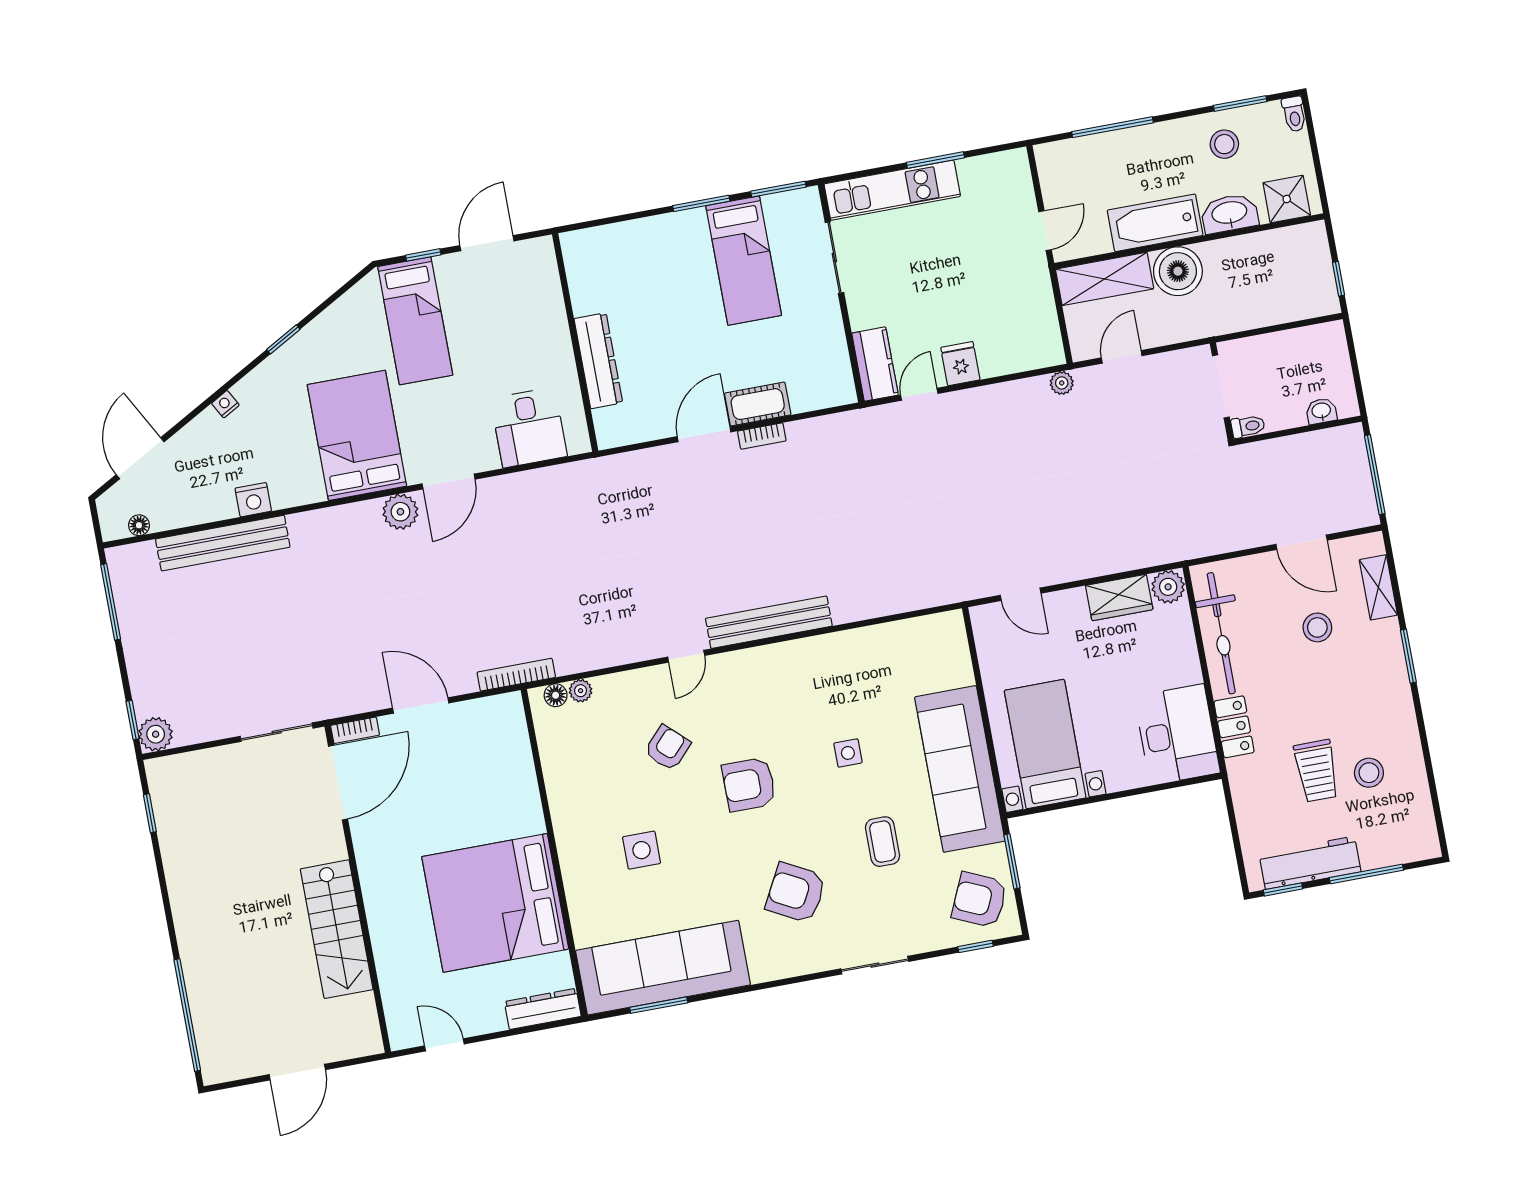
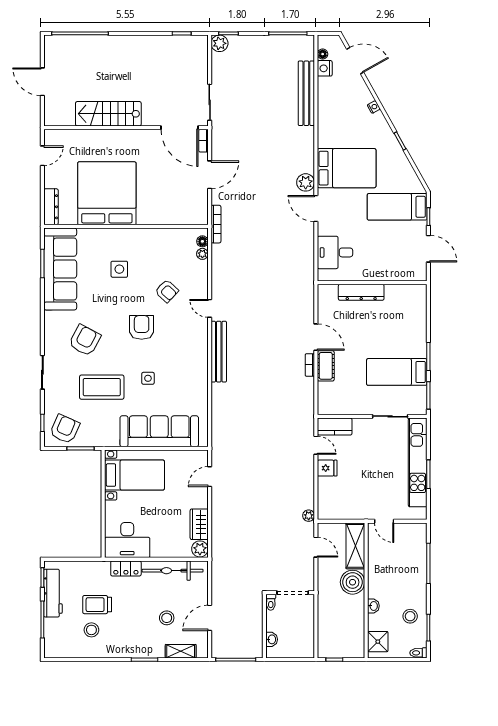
kitchen unit: (892, 190) -> (418, 462), width x1.36
washbasin: (1230, 213) -> (373, 606), width x0.52, depth x0.69
bathtub: (1155, 223) -> (378, 575), removed
nightstand: (253, 500) -> (325, 68), moved
sofa: (960, 769) -> (159, 431), moved
coffee table: (882, 842) -> (102, 387), width x1.86, depth x1.72

